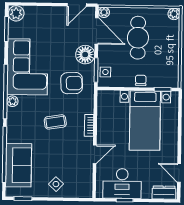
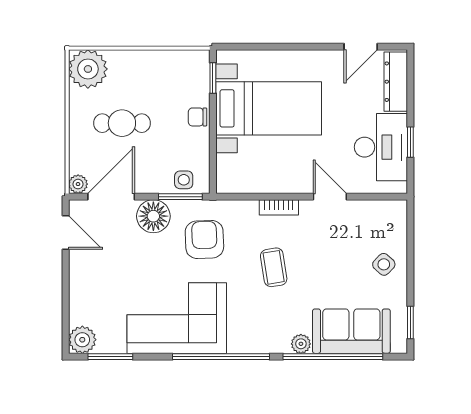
plant: (174, 14) -> (88, 69), width x1.88, depth x1.88
cafe table: (138, 38) -> (122, 123), width x0.73, depth x0.74
plant: (12, 101) -> (301, 344), moved
dresser: (164, 193) -> (396, 82), width x1.44

